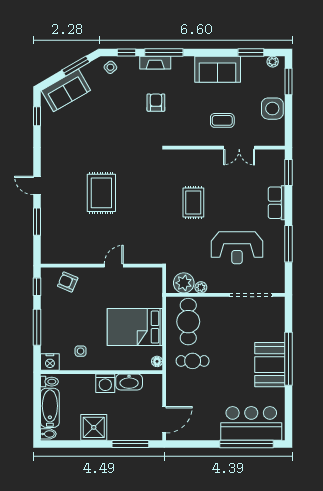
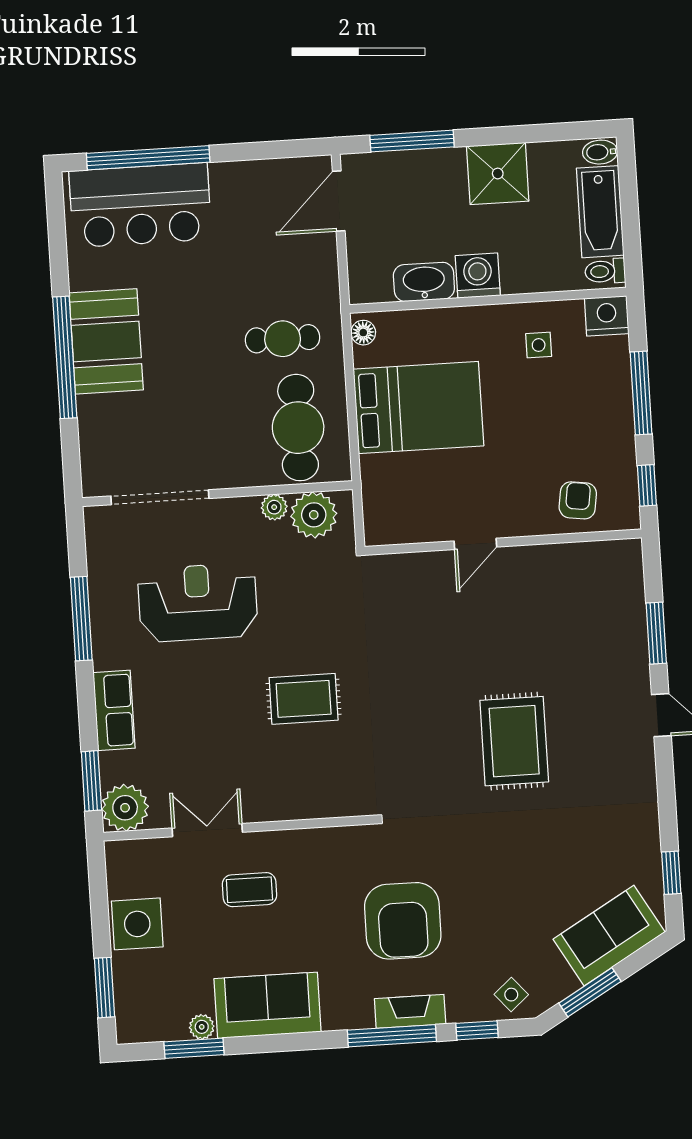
plant: (273, 62) -> (202, 1027), moved
armchair: (156, 103) -> (403, 921), width x1.88, depth x1.88
plant: (275, 160) -> (125, 808), added
rug: (101, 193) -> (514, 741), moved
rug: (193, 203) -> (304, 699), turned 90
armchair: (68, 282) -> (578, 500), turned -105

